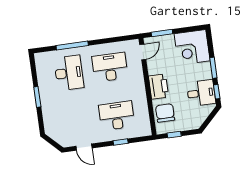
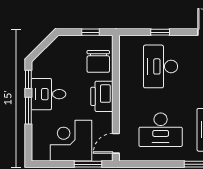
corner desk: (192, 47) -> (71, 141), moved, turned -90
desk: (201, 93) -> (49, 94), moved
desk: (117, 116) -> (161, 66), turned 90

